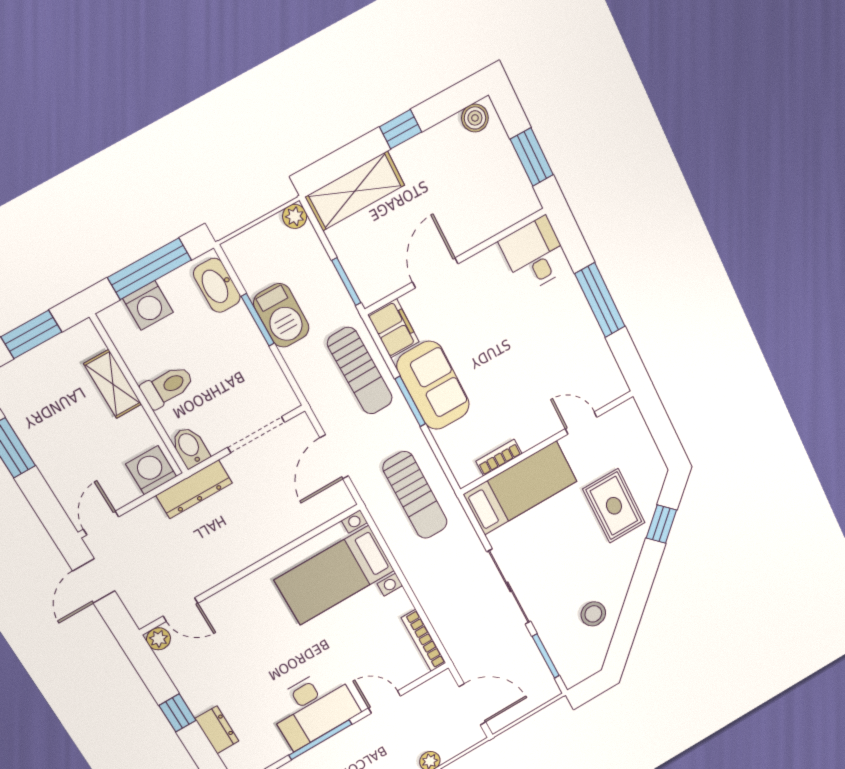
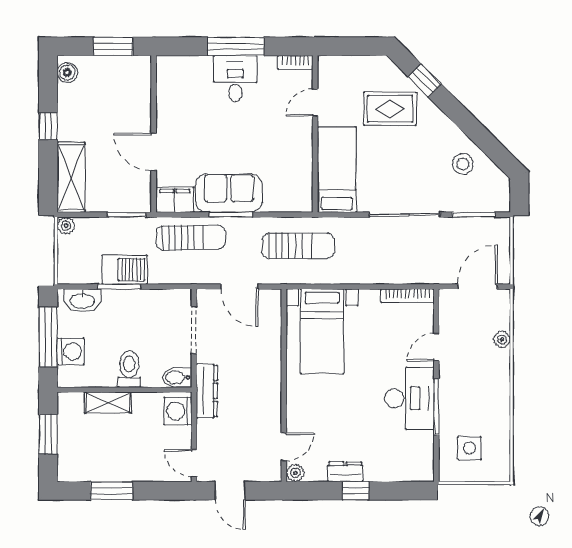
desk: (535, 255) -> (235, 79), moved, turned 90
bookcase: (499, 457) -> (295, 62), moved, turned -90
dresser: (217, 730) -> (345, 472), moved

